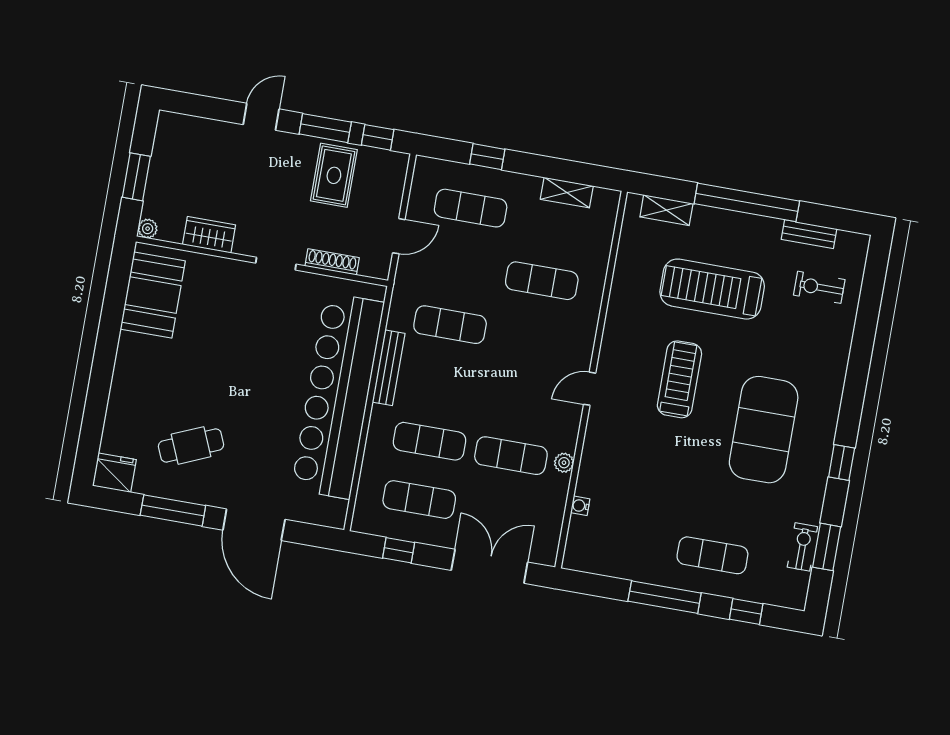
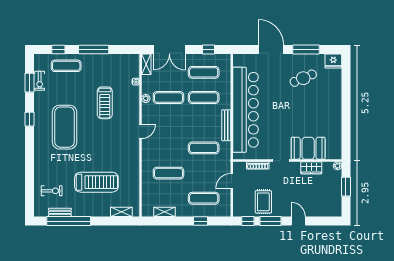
door: (261, 117) -> (298, 221), swing flipped
window: (747, 202) -> (69, 221), moved
booth: (153, 295) -> (308, 148), moved, turned 90
treadmill: (679, 379) -> (105, 103), moved
shelving: (549, 542) -> (146, 64), added
exercise mat: (712, 555) -> (66, 66), moved

